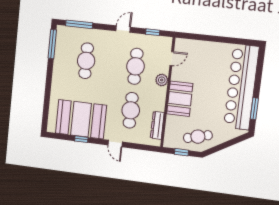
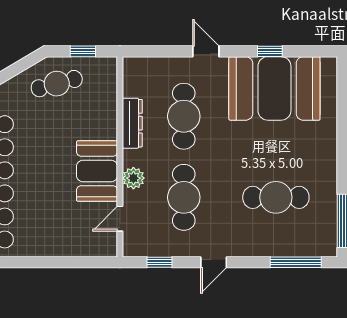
cafe table: (86, 61) -> (276, 197), turned 90
booth: (180, 99) -> (97, 171), moved
dresser: (157, 125) -> (132, 123), moved

